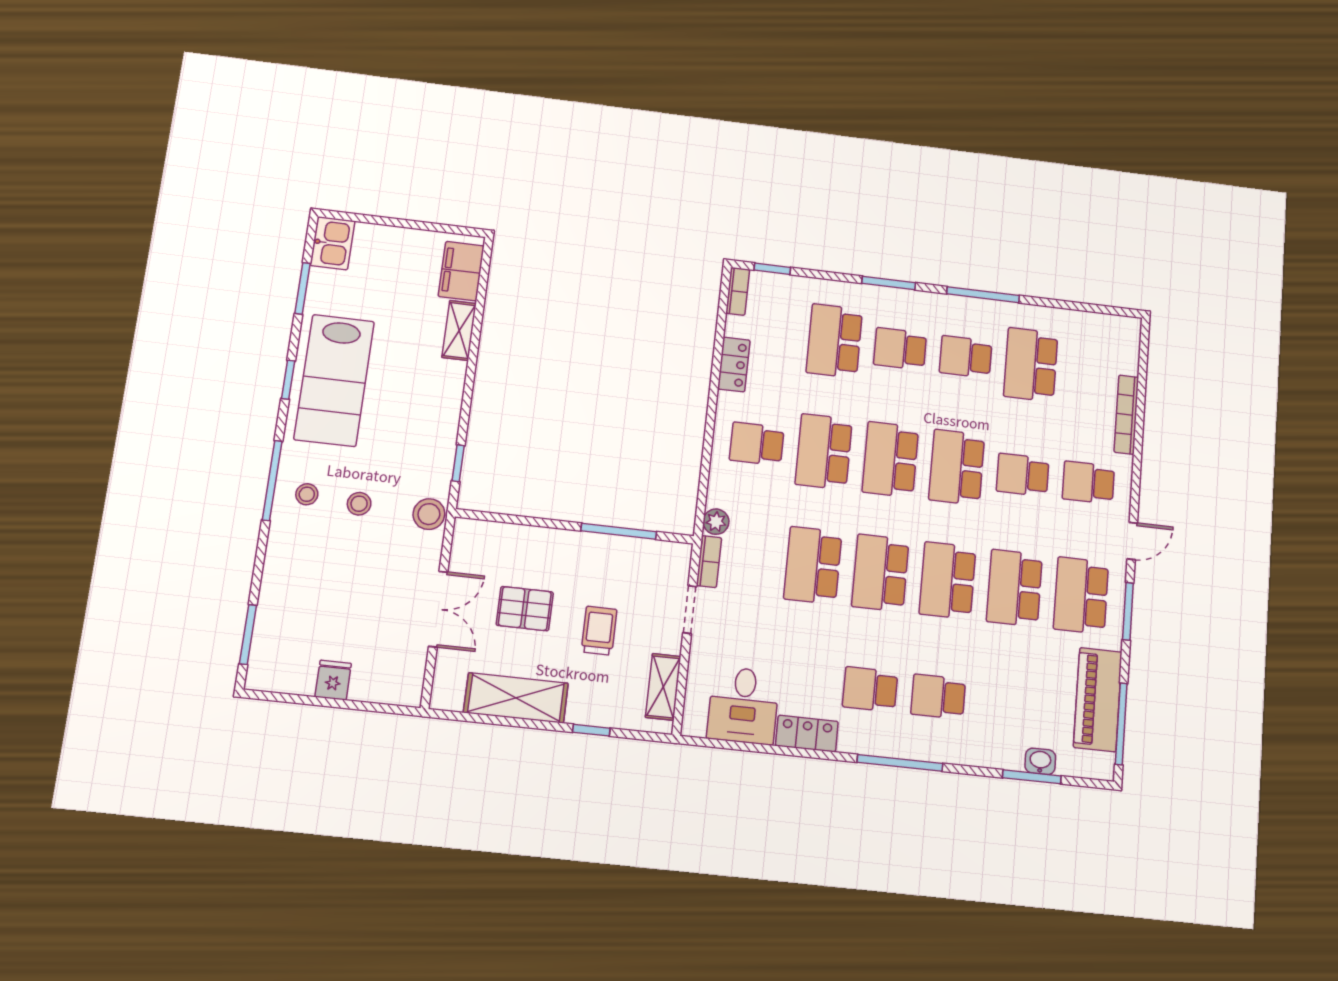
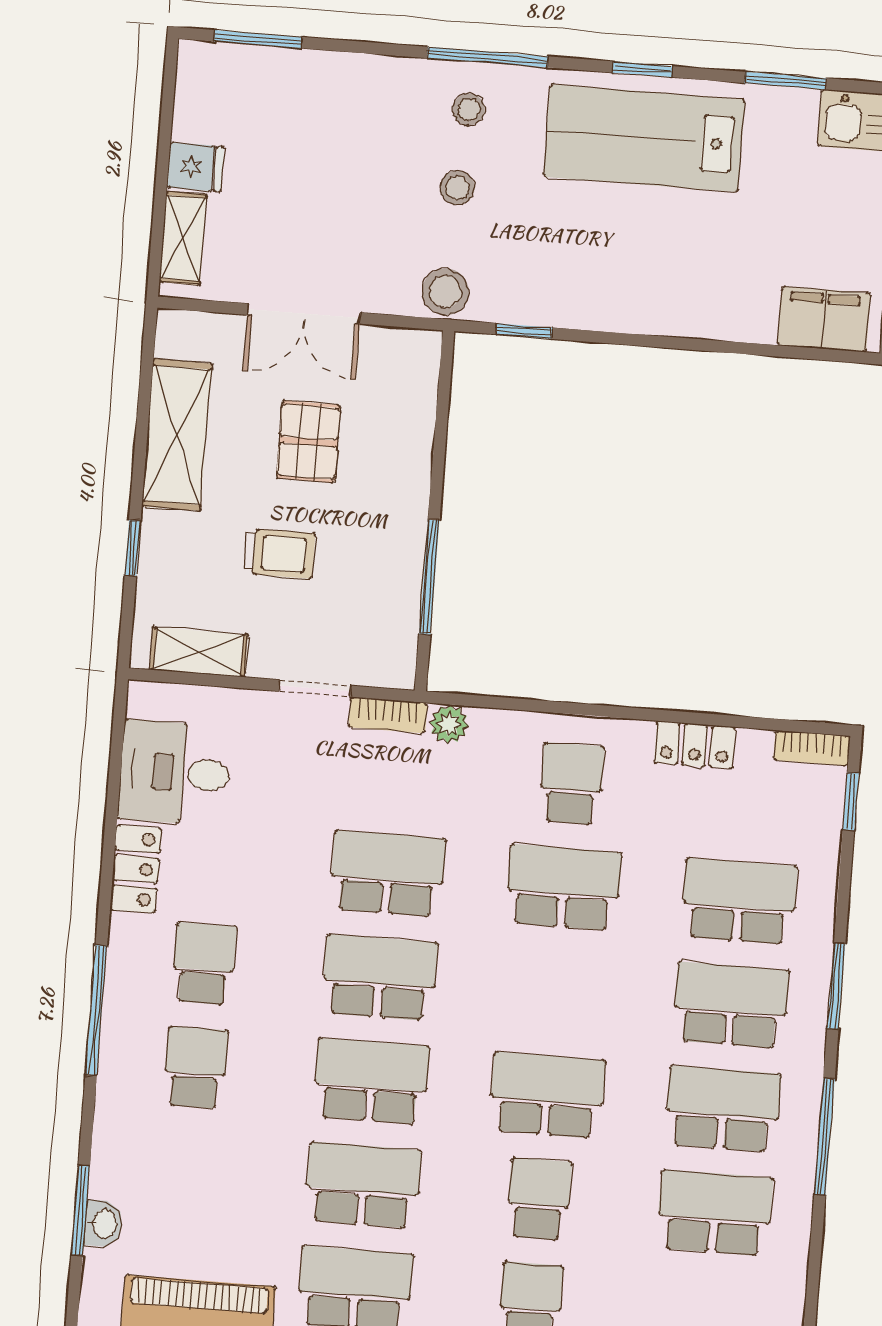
shelving: (459, 330) -> (183, 238), moved, turned 90
school desk: (900, 349) -> (731, 1005), width x1.85
school desk: (966, 357) -> (723, 1109), width x1.85
school desk: (890, 459) -> (555, 991), removed

